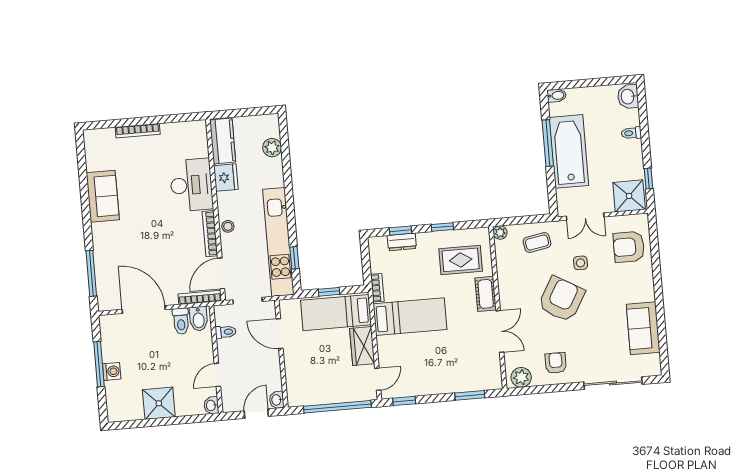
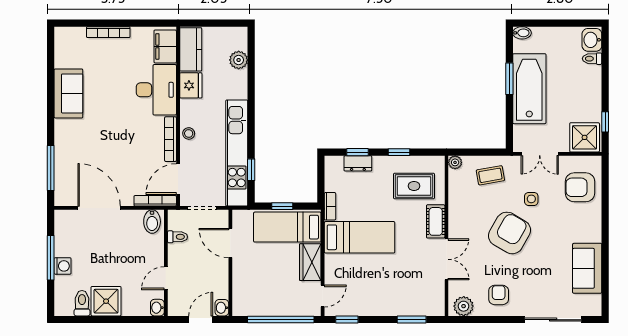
toilet: (631, 133) -> (592, 59), moved
filing cabinet: (197, 140) -> (165, 46), added
window: (548, 143) -> (509, 79), width x0.69
toilet: (181, 321) -> (82, 303), moved, turned 180

